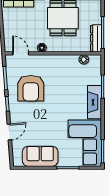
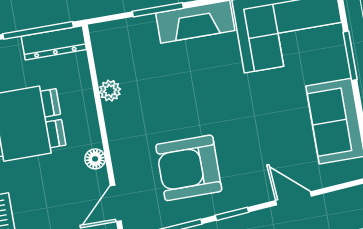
plant: (84, 59) -> (110, 91), moved
armchair: (31, 88) -> (189, 168), turned 180

